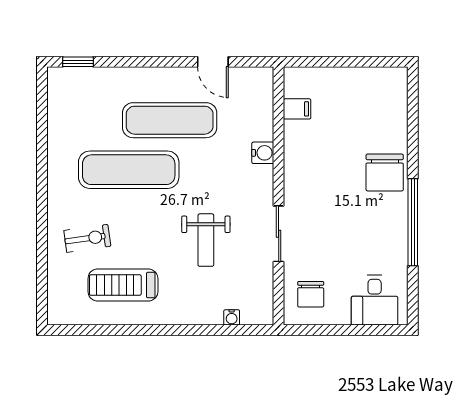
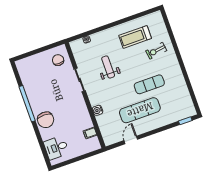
door: (213, 62) -> (131, 140), hinge flipped
exercise mat: (129, 170) -> (149, 84), width x0.73, depth x0.69
chair: (385, 172) -> (46, 120), turned 180
treadmill: (123, 285) -> (135, 37), turned 180
desk: (375, 300) -> (56, 148), moved, turned -90

